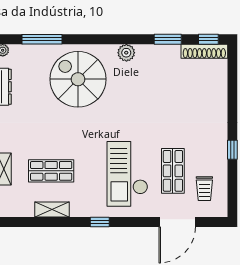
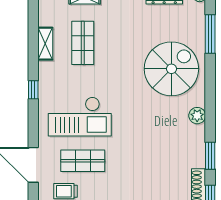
checkout: (127, 174) -> (80, 117), turned 180

